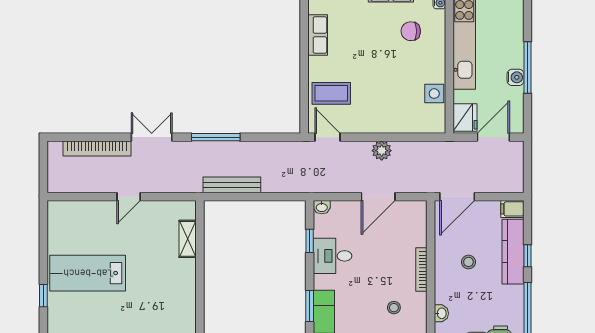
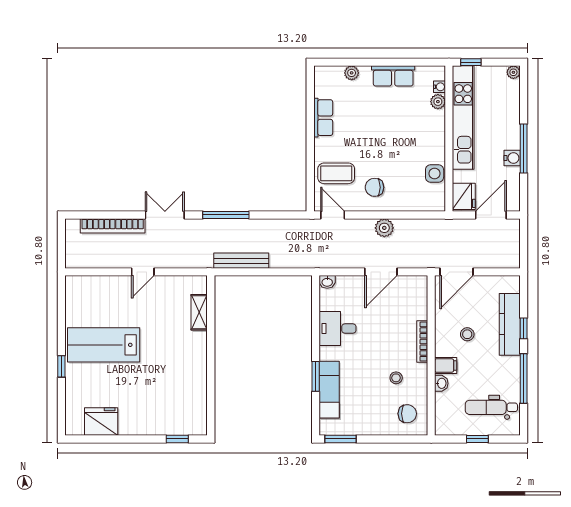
plant: (438, 18) -> (438, 102), added
chair: (411, 31) -> (374, 187), moved
filing cabinet: (512, 209) -> (446, 365), moved, turned 180
window: (310, 241) -> (316, 314), removed

